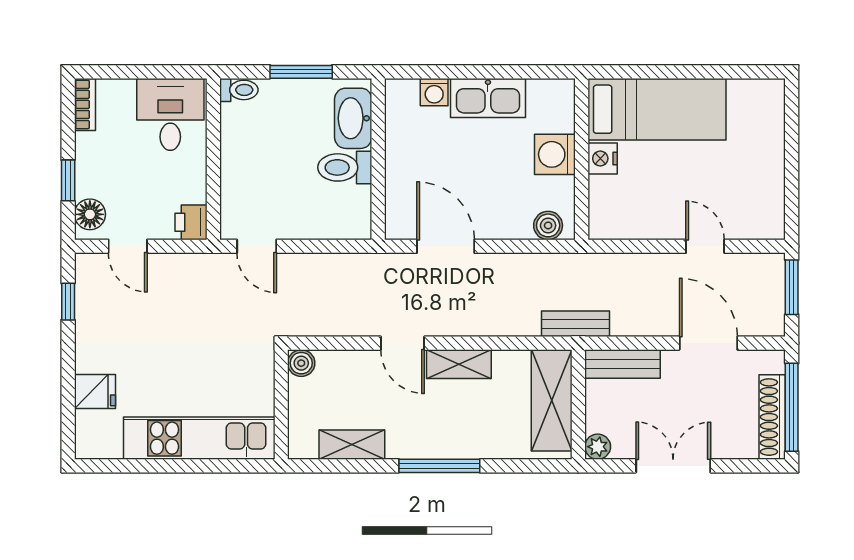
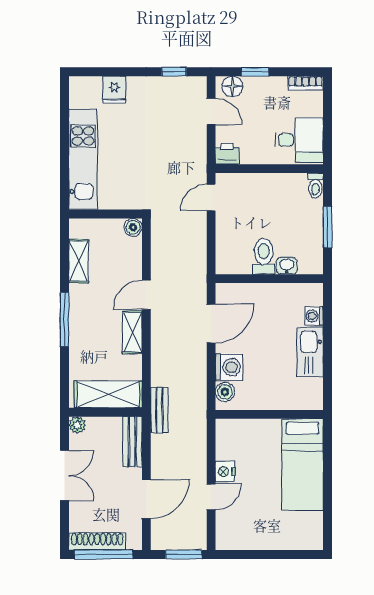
washbasin: (353, 118) -> (287, 266), width x0.52, depth x0.69
washing machine: (555, 154) -> (229, 367), moved, turned 90
nightstand: (603, 158) -> (225, 471), moved, turned -90
door: (128, 246) -> (211, 112), swing flipped

